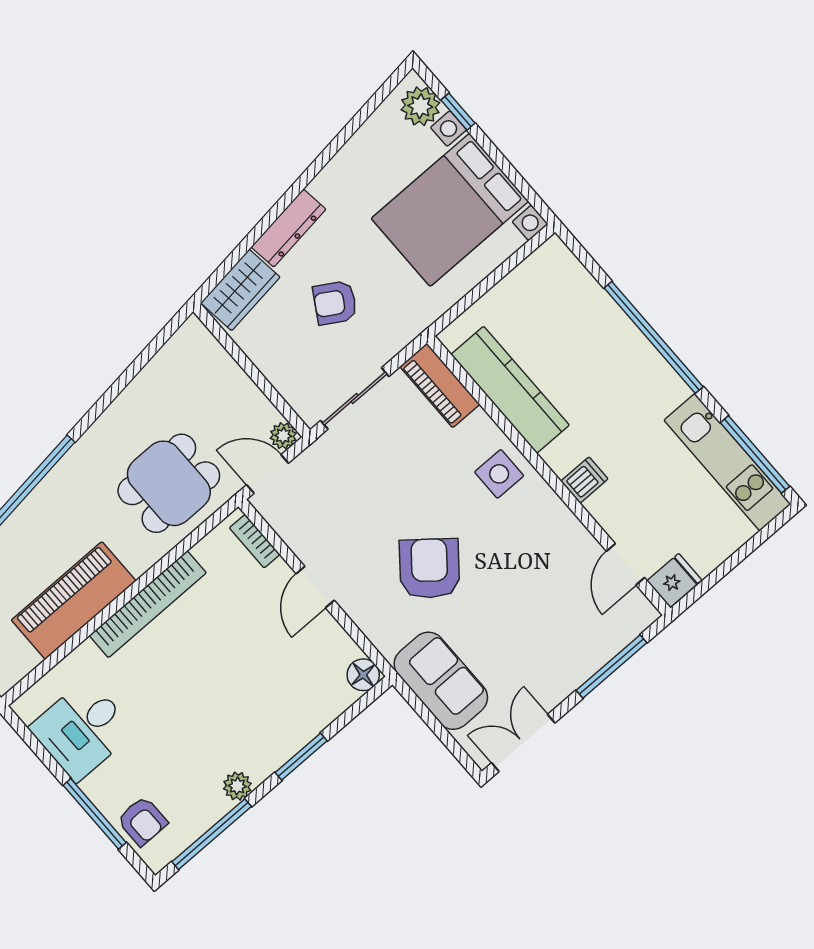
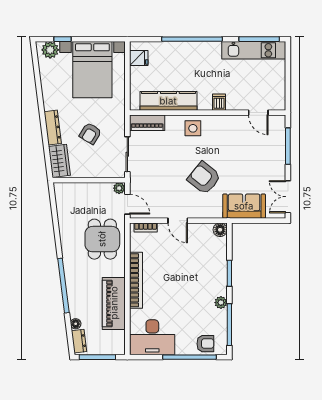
door: (268, 474) -> (127, 204), swing flipped
fridge: (674, 580) -> (139, 58), moved, turned 90
desk: (82, 730) -> (152, 337), width x1.37
window: (95, 814) -> (189, 357), width x1.46

